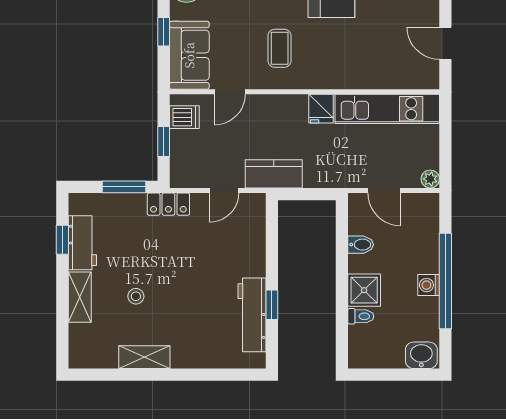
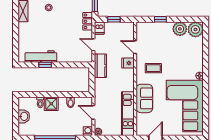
sofa: (189, 55) -> (144, 98), moved, turned -90
fridge: (321, 109) -> (128, 63), moved
dishwasher: (184, 117) -> (99, 28), moved
door: (384, 190) -> (93, 112), hinge flipped
washing machine: (429, 285) -> (88, 131), moved
washbasin: (421, 355) -> (24, 116), moved

